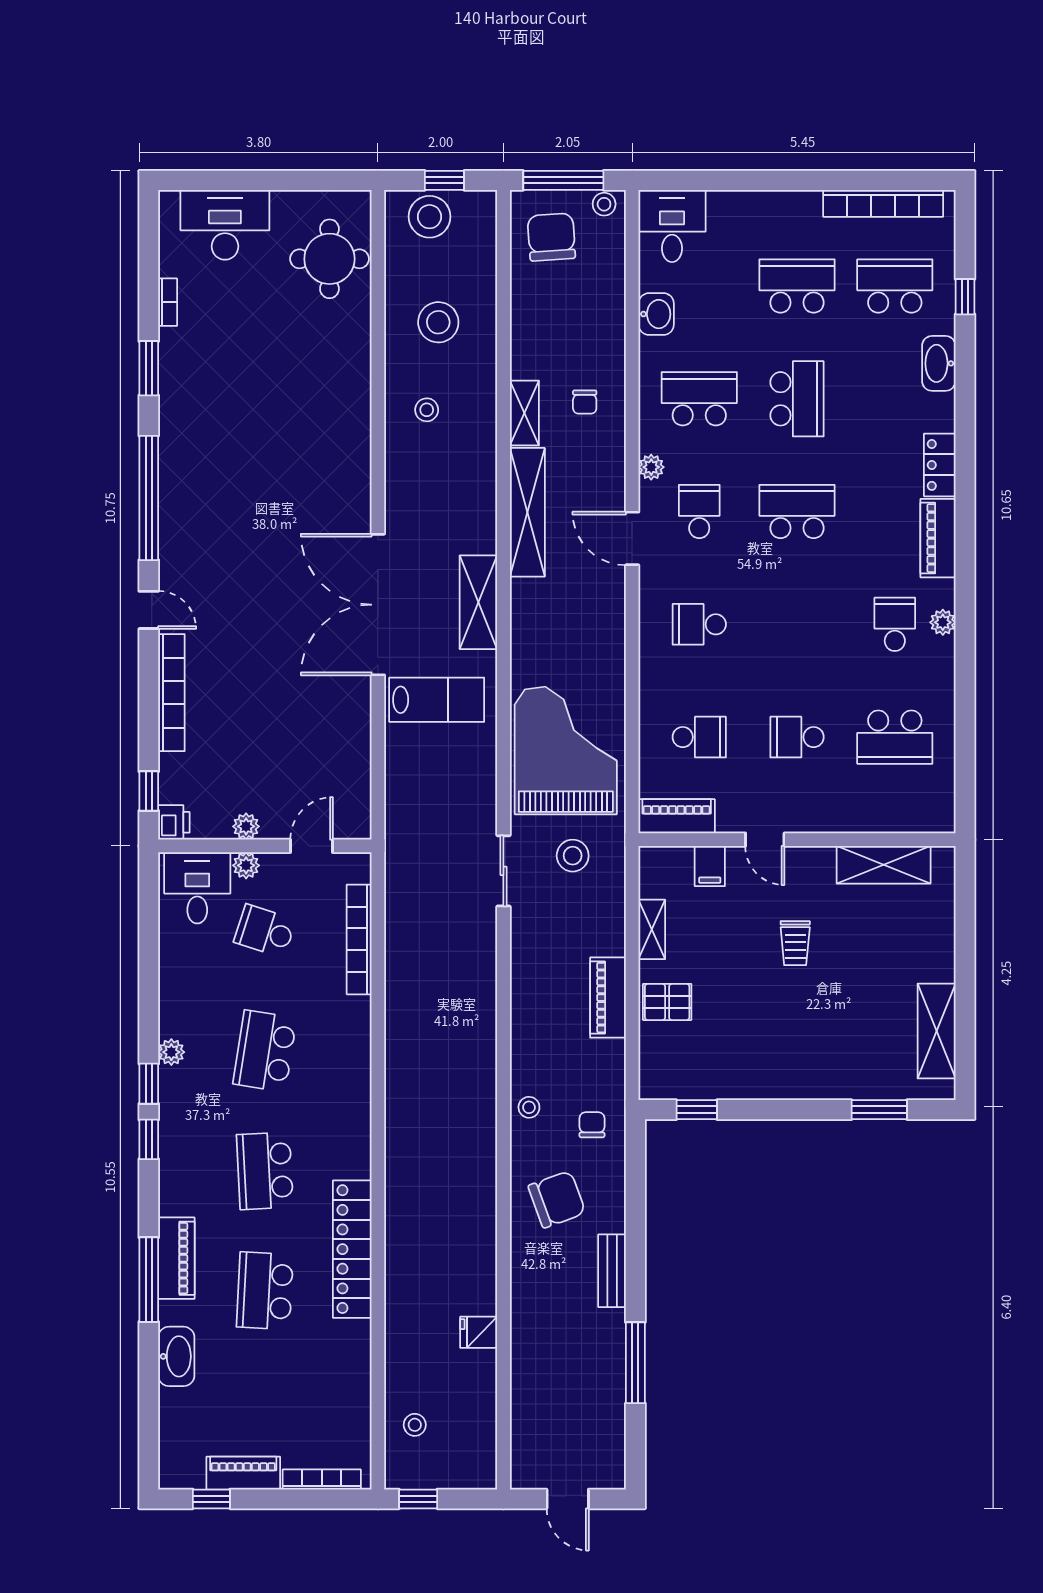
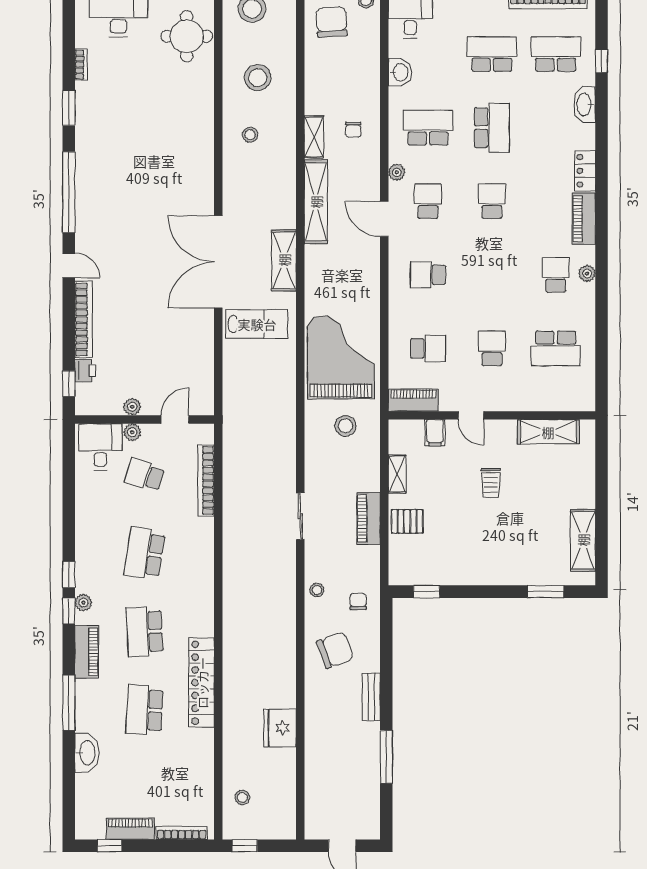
school desk: (797, 512) -> (492, 201), width x0.54
school desk: (797, 737) -> (492, 348), turned 90
printer: (174, 822) -> (85, 371), moved
sliding door: (503, 871) -> (300, 516), moved
plant: (171, 1052) -> (83, 603), moved
piano: (176, 1258) -> (87, 652), moved
fridge: (479, 1332) -> (280, 728), width x1.88, depth x1.34

